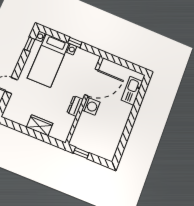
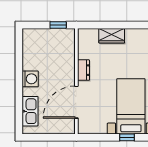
window: (75, 43) -> (127, 137), moved
washing machine: (91, 106) -> (30, 79), moved, turned 180

